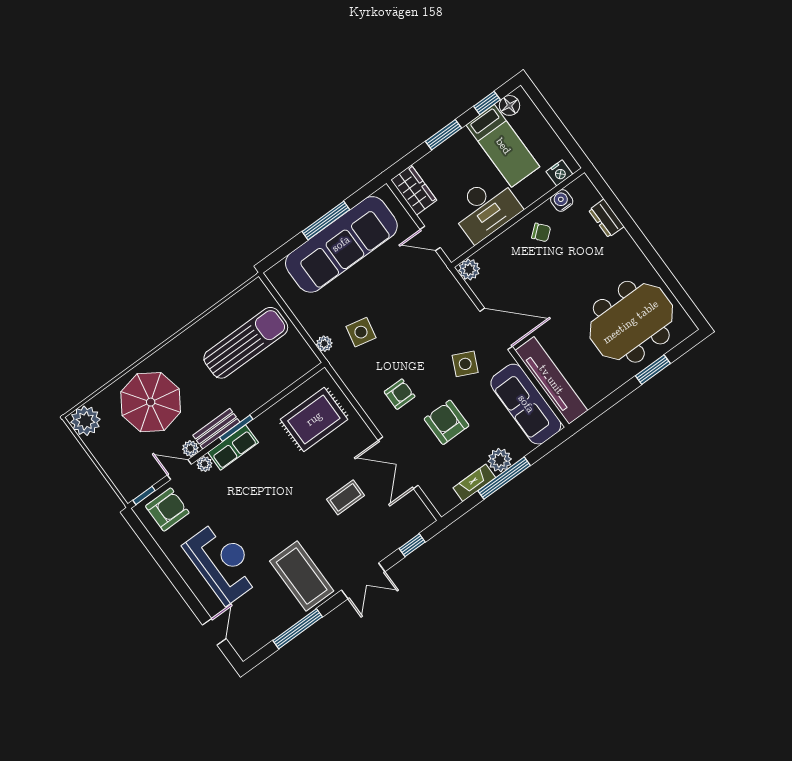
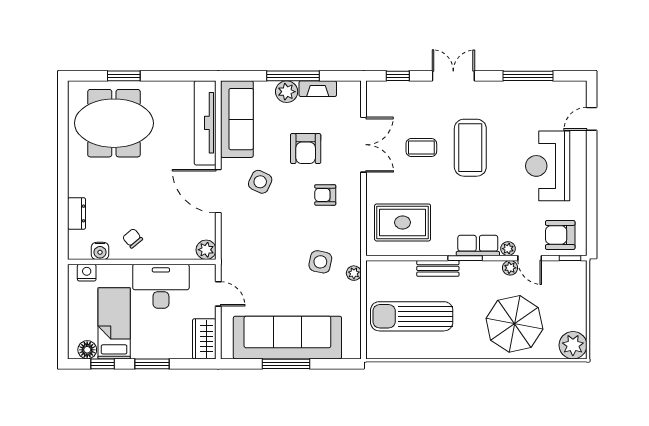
bench: (216, 429) -> (438, 268), moved
coffee table: (302, 576) -> (470, 148), moved

